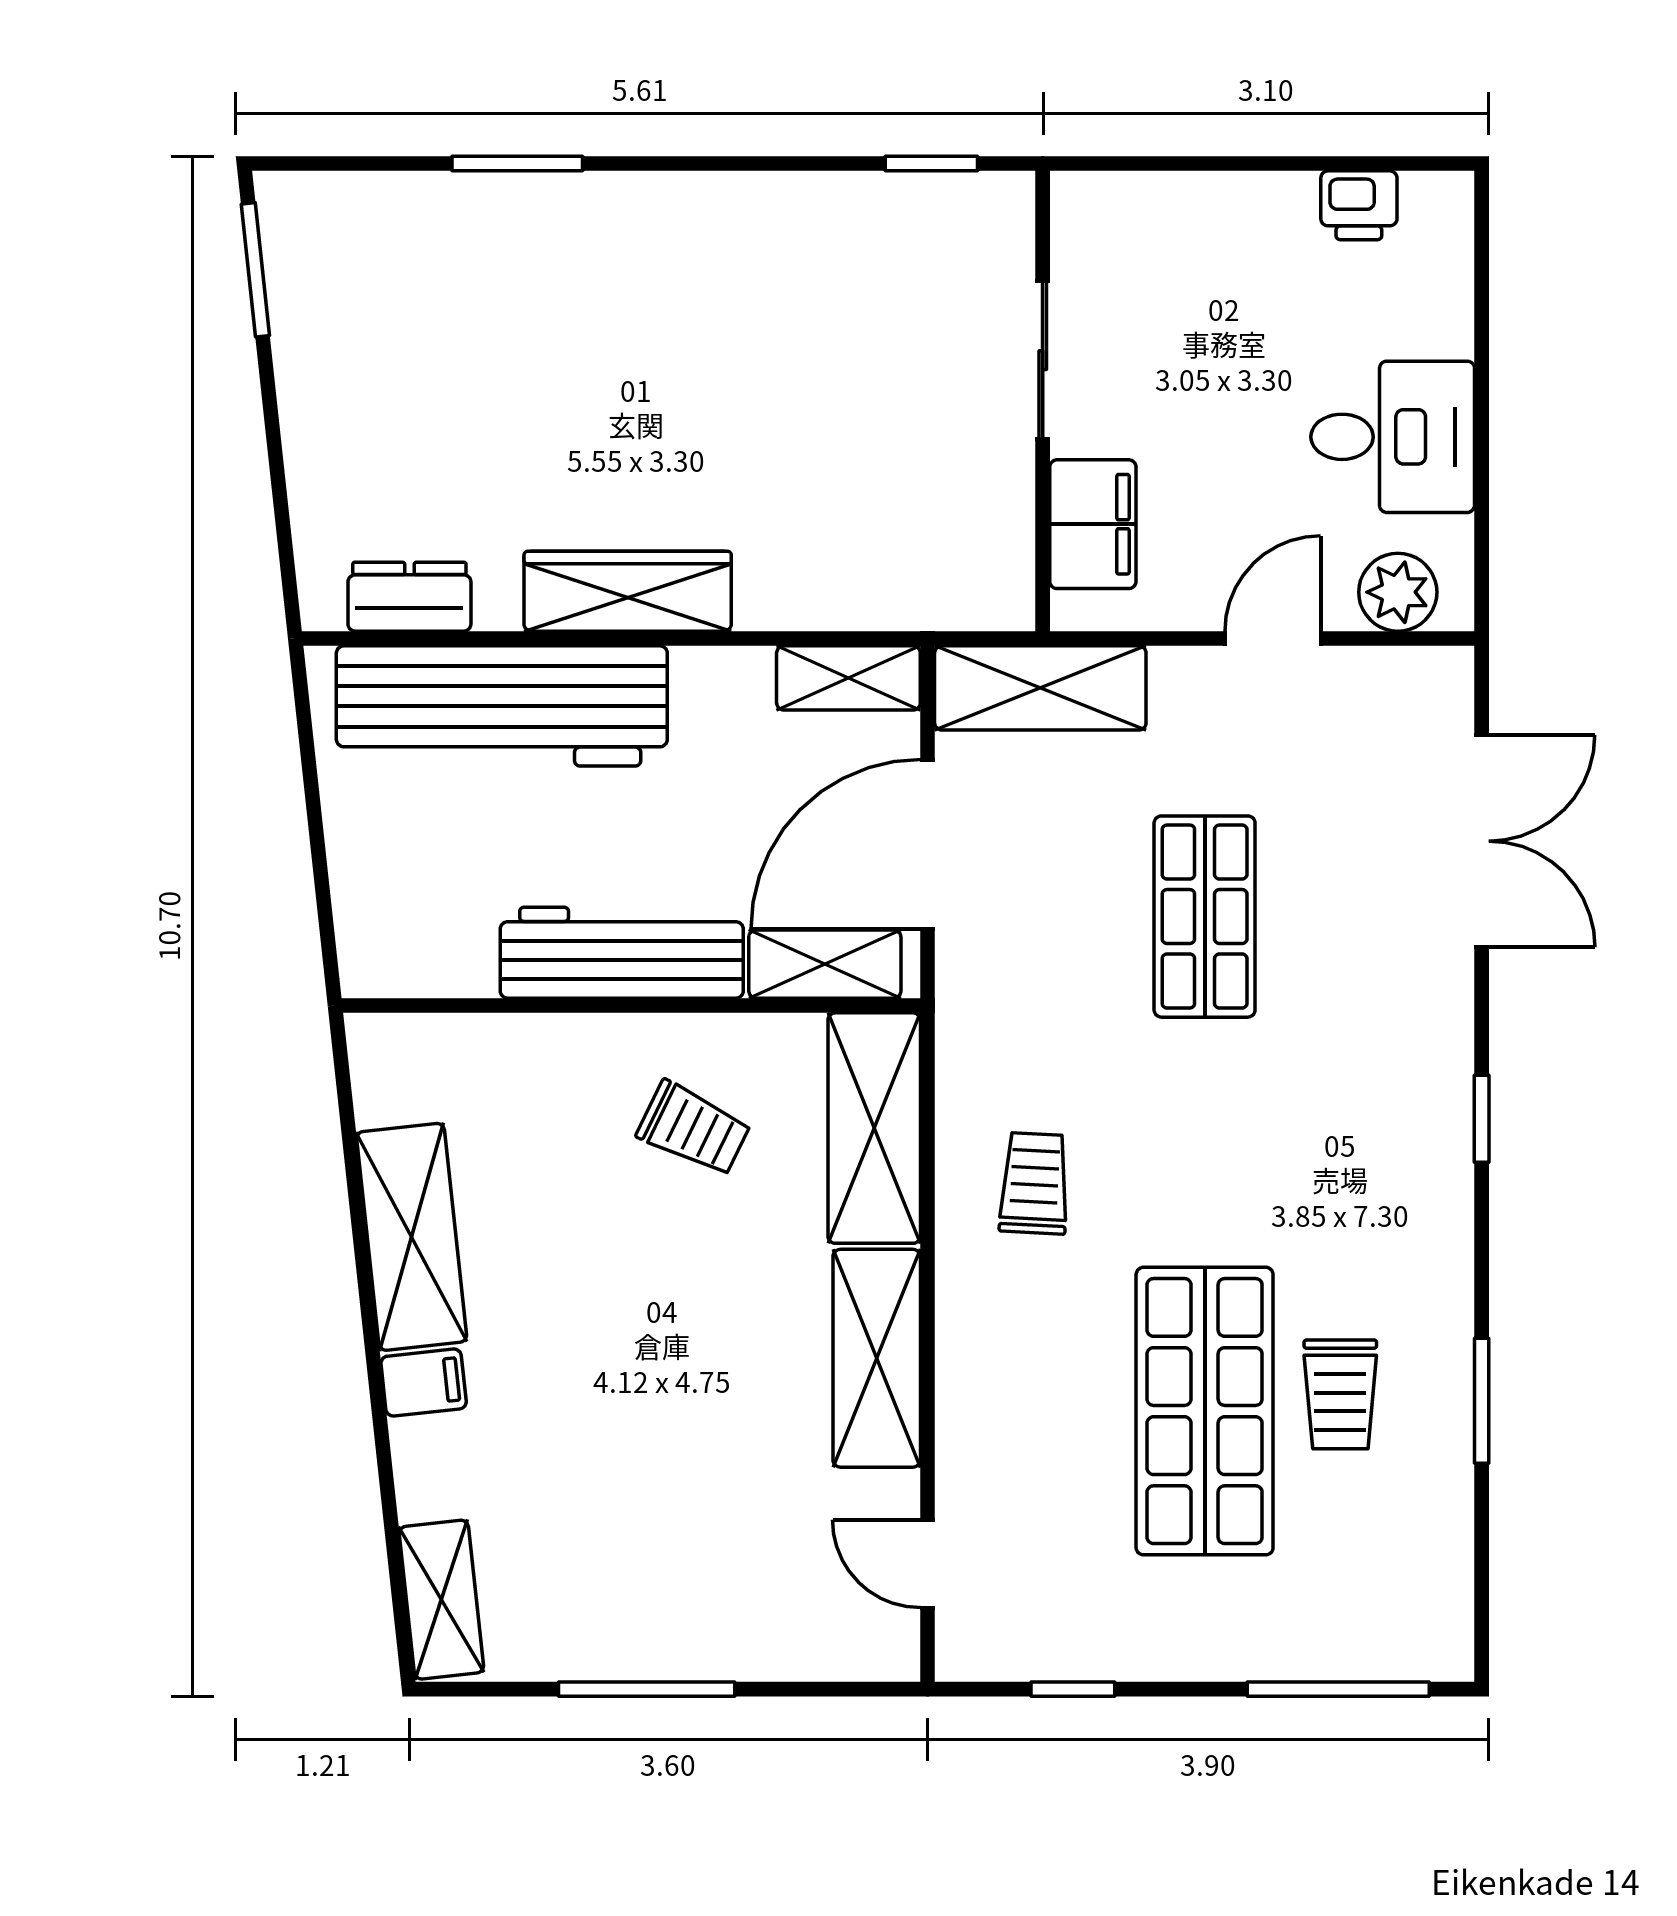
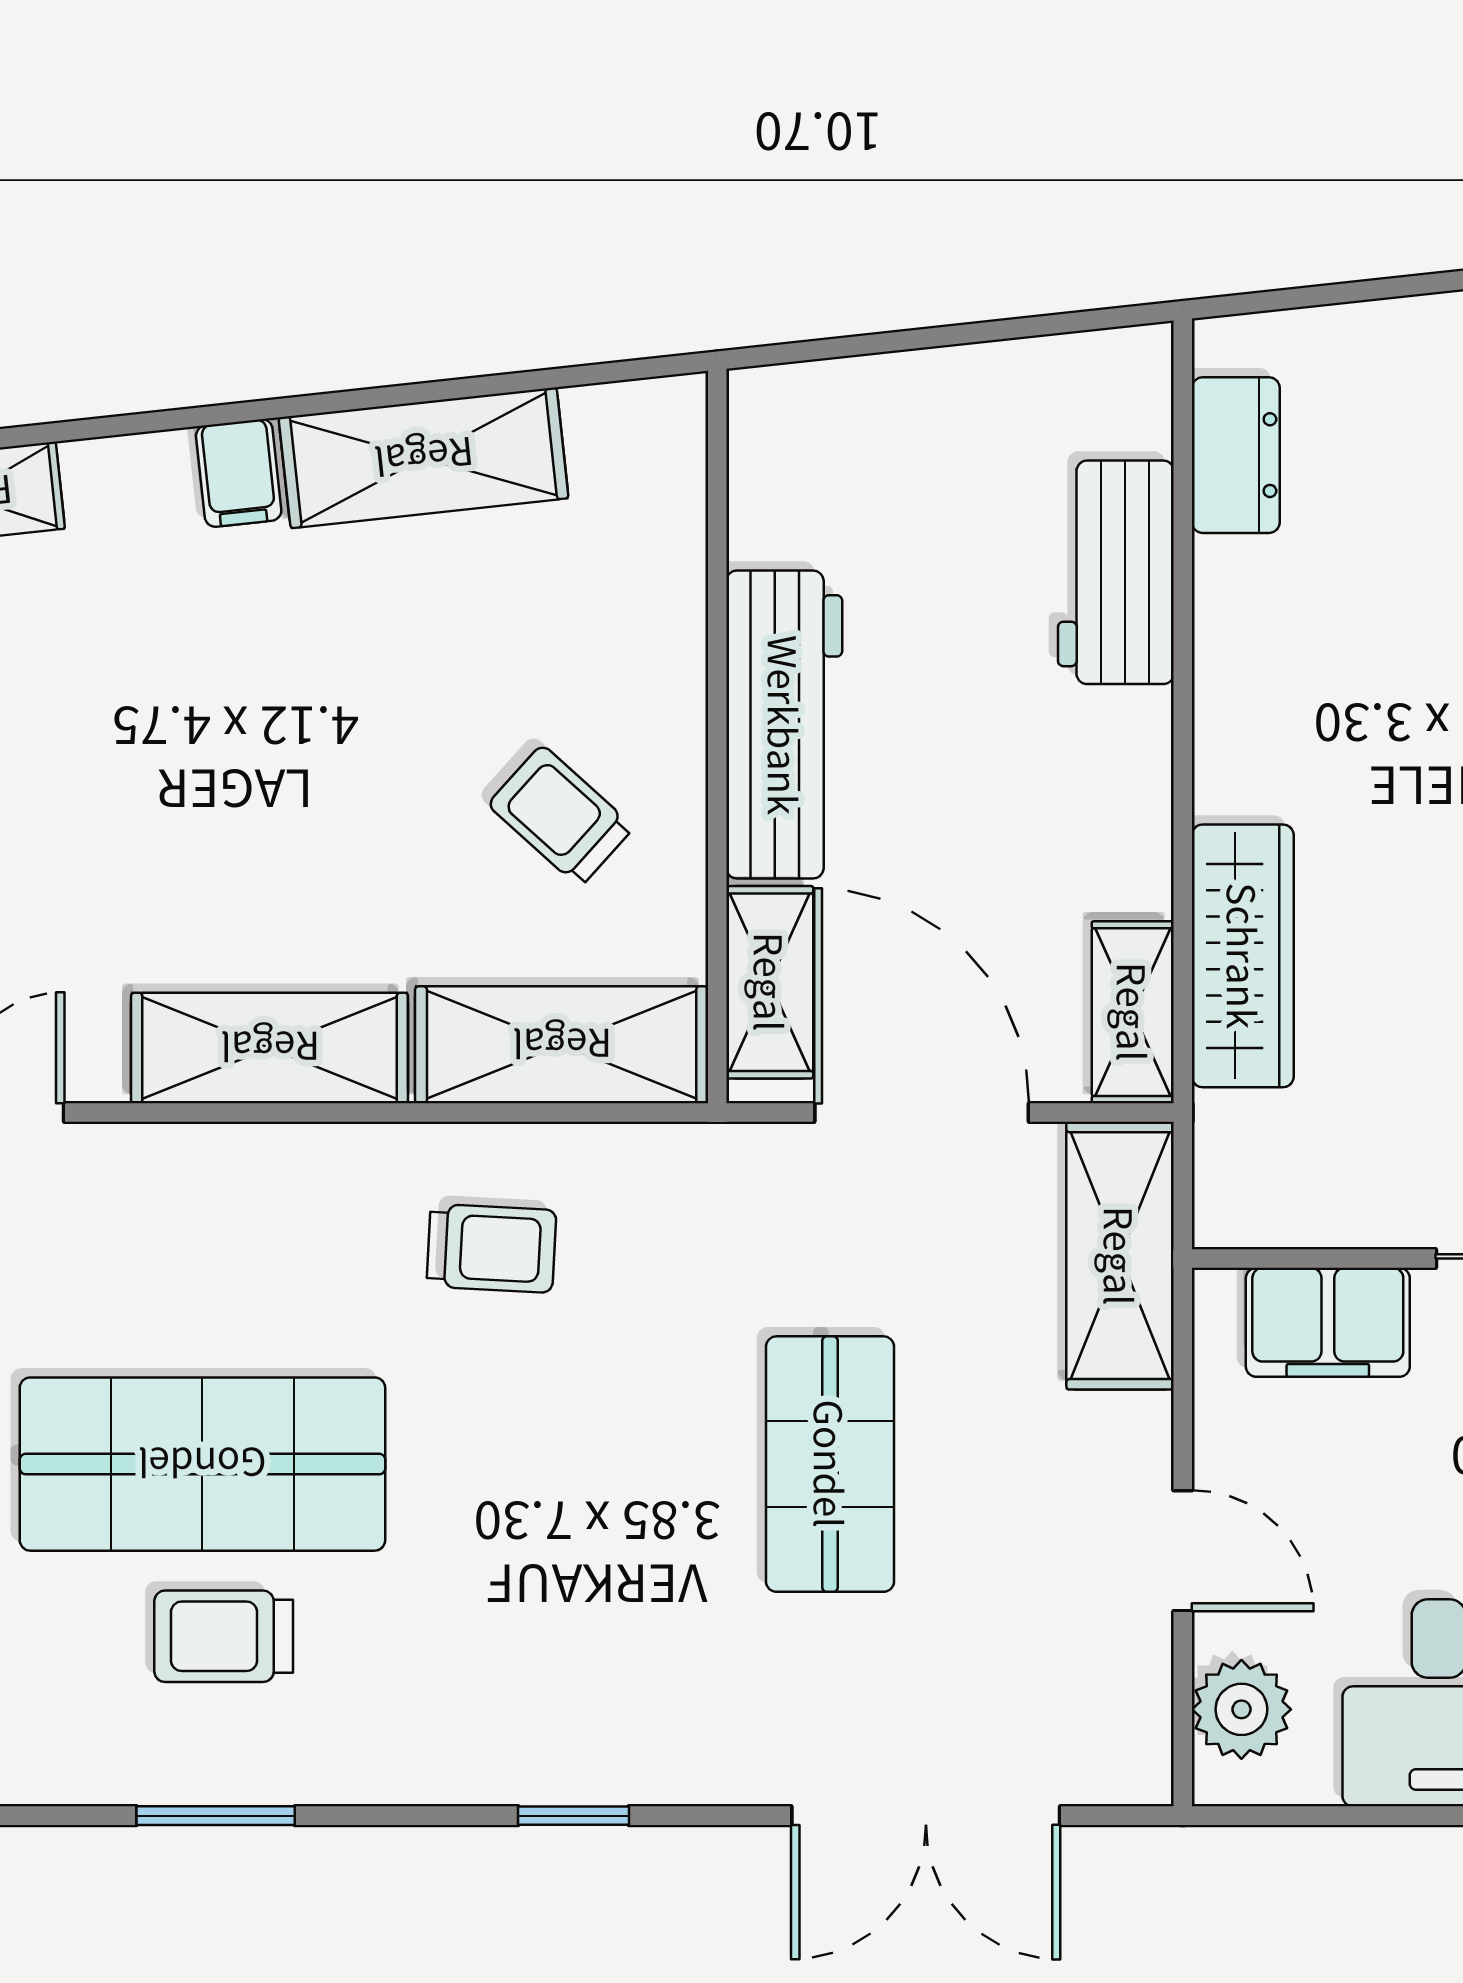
wardrobe: (628, 591) -> (1243, 956), moved
workbench: (502, 706) -> (1116, 572), width x0.53, depth x0.76
shop shelf: (1205, 917) -> (830, 1464), turned 90
trolley: (694, 1129) -> (561, 816), turned 106

